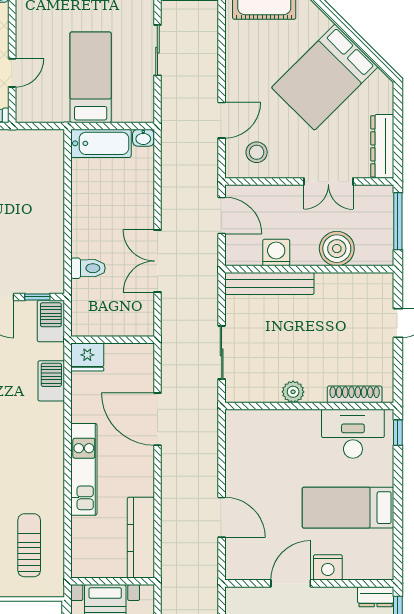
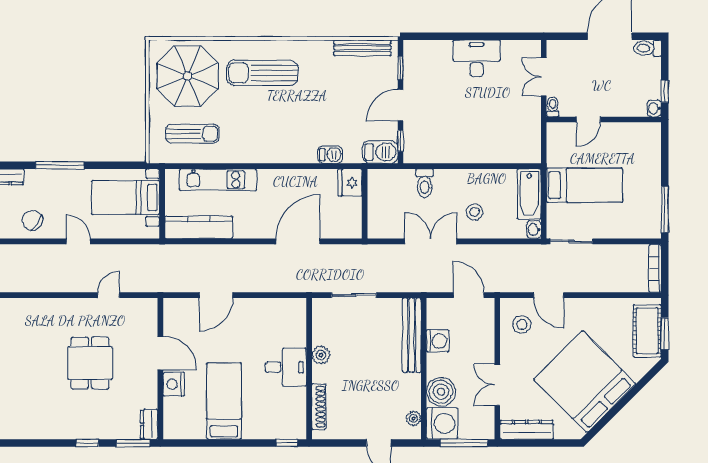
sliding door: (157, 50) -> (571, 241), moved
door: (12, 73) -> (588, 120), hinge flipped
bed: (325, 77) -> (585, 382), width x1.36
stool: (123, 209) -> (475, 212), added
door: (222, 215) -> (469, 295), swing flipped
washing machine: (375, 247) -> (442, 423), added
plant: (369, 281) -> (413, 418), added
barbecue: (51, 381) -> (330, 155), width x0.73, depth x0.79
desk: (353, 434) -> (286, 367), moved, width x0.73
kitchen unit: (84, 469) -> (218, 180), moved

